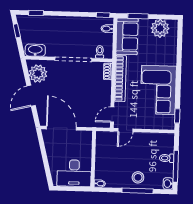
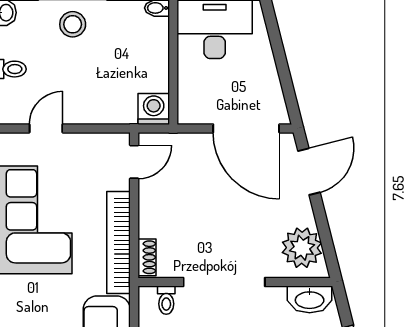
door: (31, 96) -> (309, 172), moved
door: (125, 130) -> (46, 128), moved
washing machine: (103, 138) -> (154, 109), added

